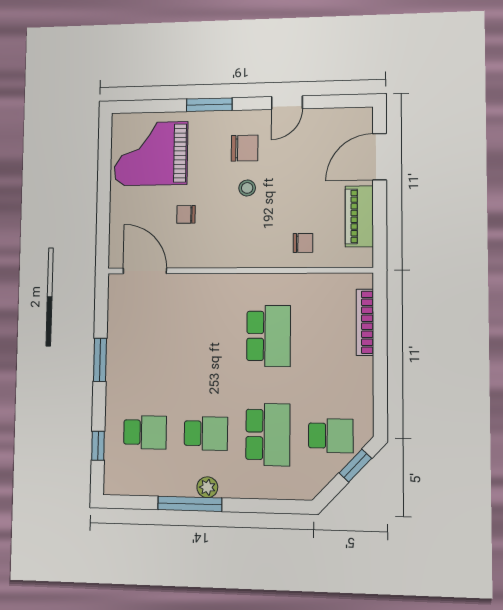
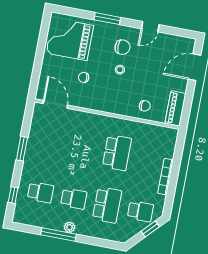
piano: (359, 216) -> (175, 108), moved
bookcase: (365, 322) -> (166, 177), moved

